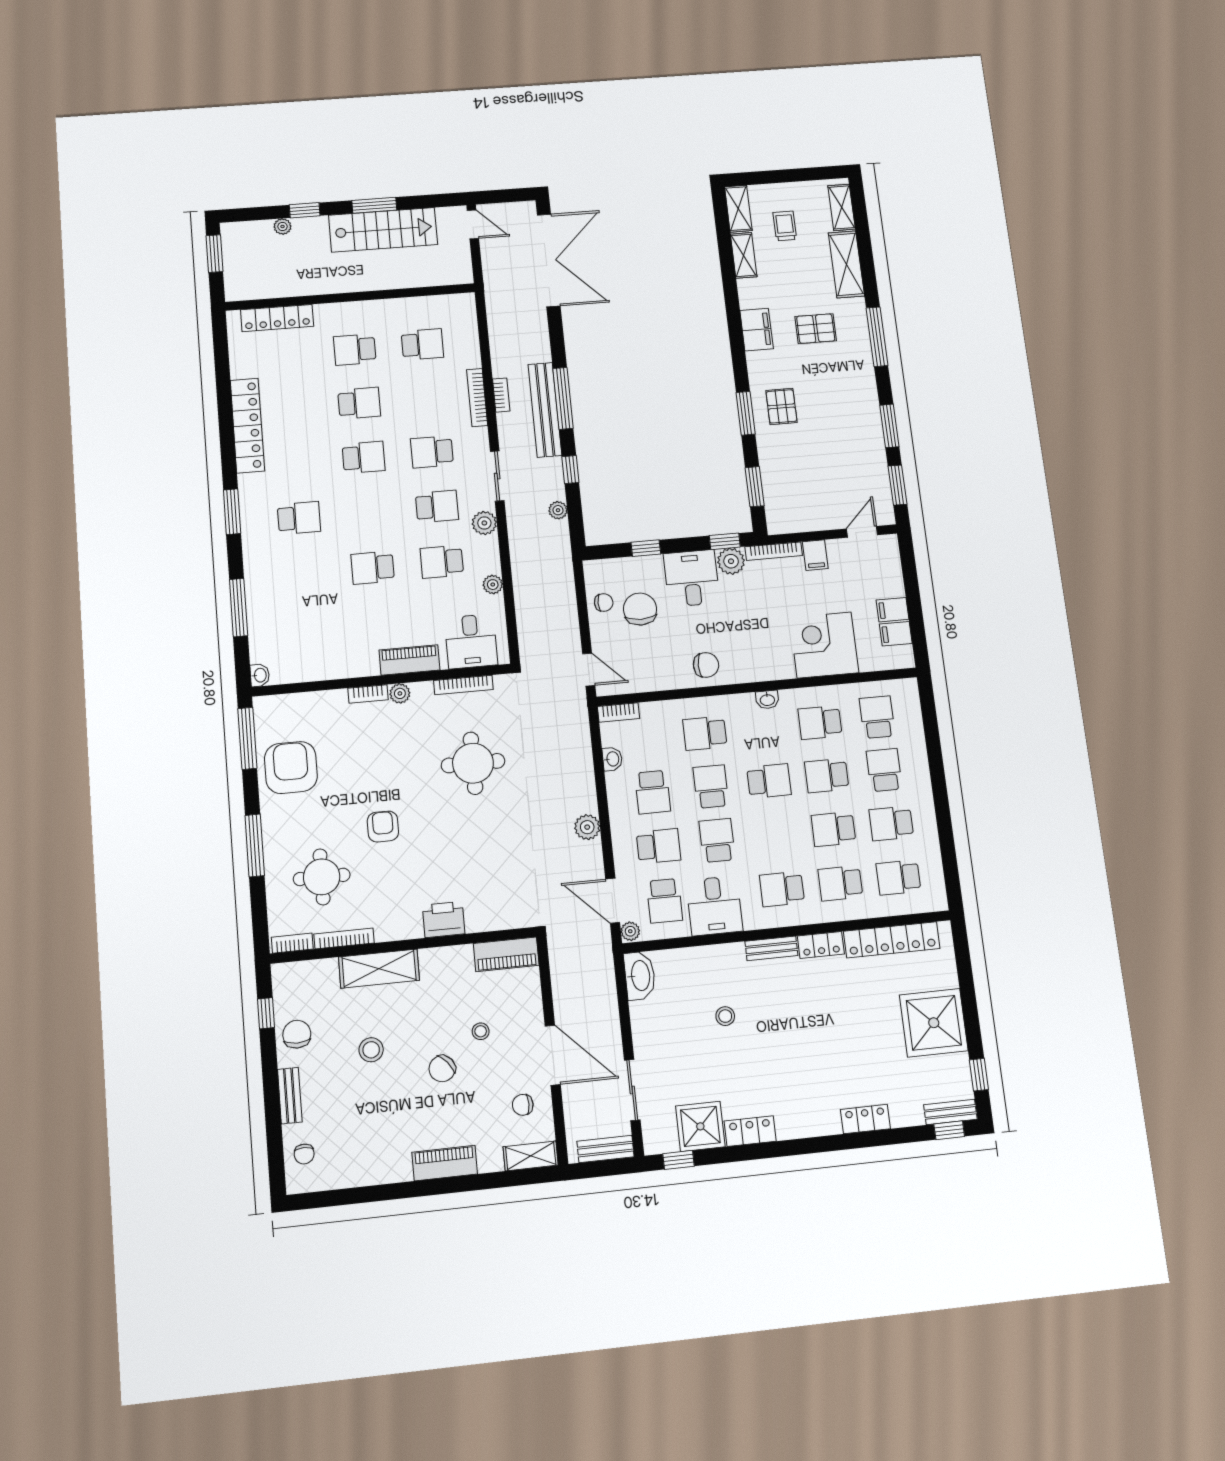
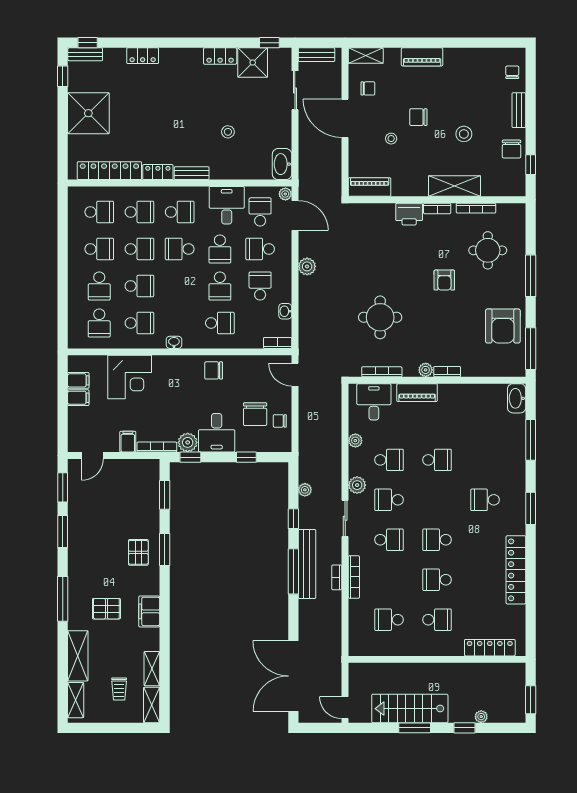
washbasin: (260, 675) -> (517, 398), width x1.91, depth x1.45
school desk: (769, 781) -> (180, 249), moved
bookcase: (292, 943) -> (437, 209), moved
chair: (442, 1069) -> (418, 117), turned -140

